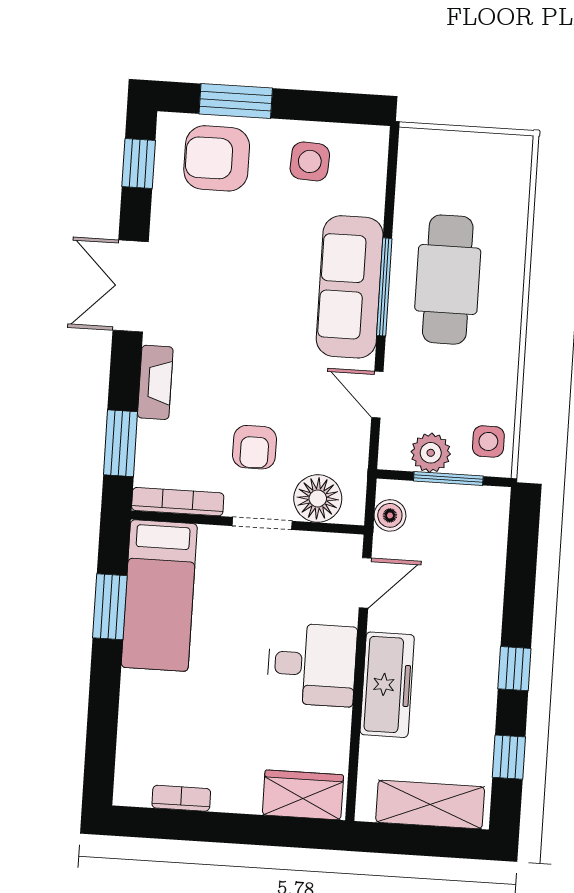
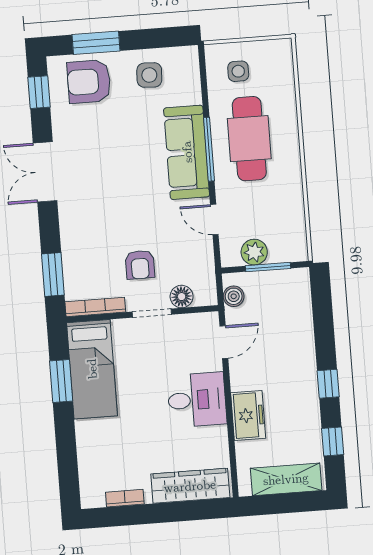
fireplace: (155, 382) -> (70, 232), removed
side table: (488, 441) -> (238, 71), moved
floor lamp: (318, 498) -> (182, 297), width x0.73, depth x0.73
freezer: (387, 685) -> (248, 415), width x0.71
wardrobe: (303, 795) -> (190, 486), width x1.50

